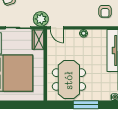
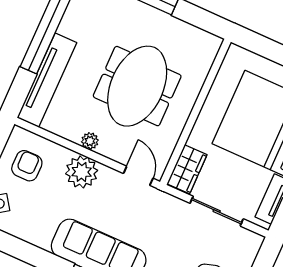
plant: (41, 19) -> (82, 172), moved
meeting table: (69, 80) -> (137, 86), moved

